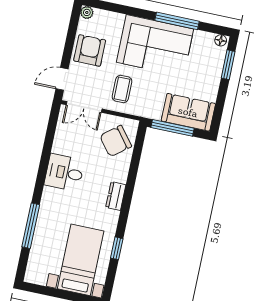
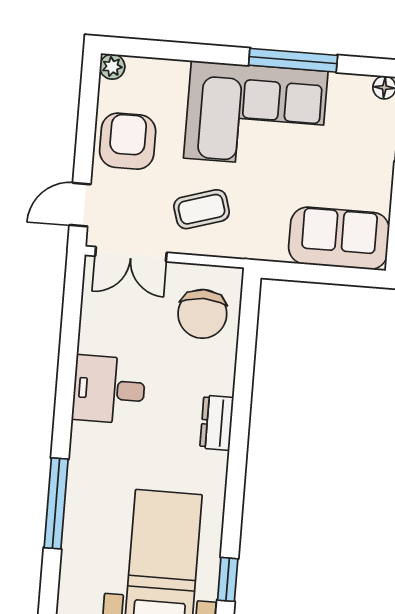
coffee table: (122, 89) -> (202, 209), turned 73
window: (172, 128) -> (311, 273), removed
chair: (116, 141) -> (202, 314), turned -52
window: (117, 248) -> (228, 579), moved

